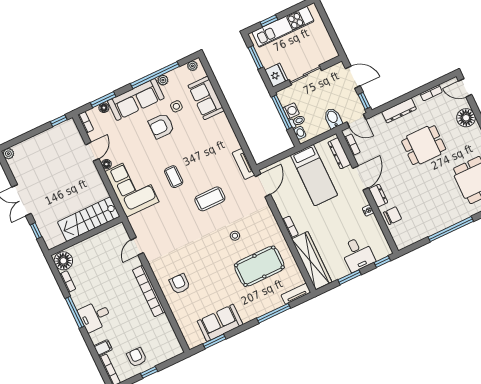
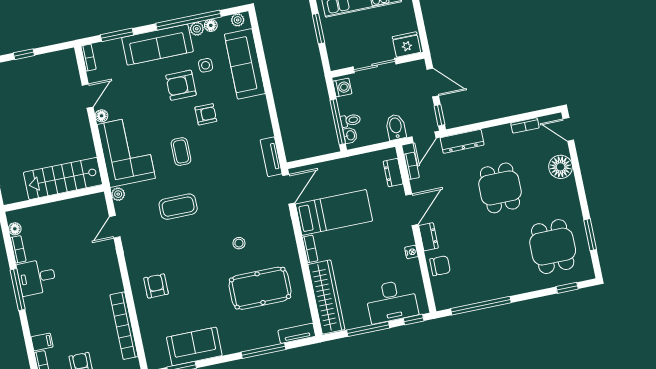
fridge: (276, 75) -> (406, 44), moved, turned -90
sofa: (206, 98) -> (245, 64), width x1.36
floor lamp: (104, 108) -> (211, 25), moved
dresser: (399, 110) -> (462, 141), moved
washing machine: (291, 111) -> (342, 87), moved
window: (282, 112) -> (338, 122), moved
window: (59, 121) -> (24, 54), moved
door: (356, 121) -> (424, 137), hinge flipped
armchair: (186, 144) -> (206, 114), added
dining table: (424, 145) -> (500, 188), turned 90
dresser: (339, 153) -> (393, 173), width x0.70
bed: (314, 175) -> (334, 212), moved, turned -90
coffee table: (210, 199) -> (178, 207), moved
plant: (134, 221) -> (118, 194), added
window: (451, 229) -> (481, 306), moved
desk: (358, 254) -> (392, 301), width x1.37
floor lamp: (63, 261) -> (15, 229), width x0.53, depth x0.53
window: (349, 277) -> (368, 329), width x1.44
bookcase: (149, 291) -> (124, 326), moved
desk: (95, 316) -> (37, 277), moved

